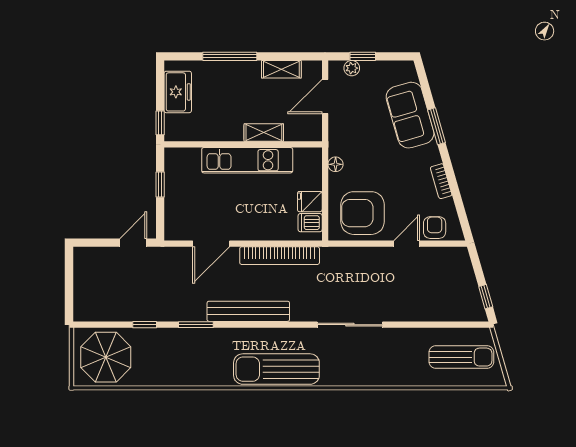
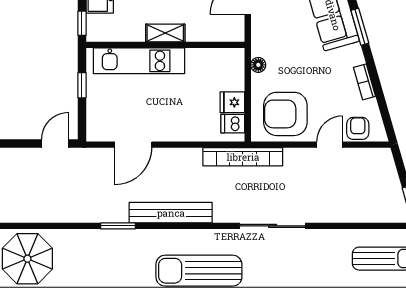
shelving: (264, 133) -> (165, 33), moved
kitchen unit: (247, 160) -> (139, 61), moved
bookcase: (280, 256) -> (243, 157), moved
window: (145, 325) -> (66, 226), removed

